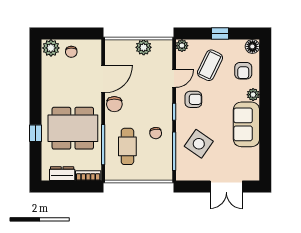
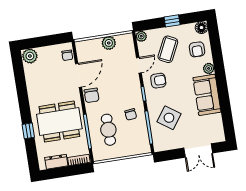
chair: (71, 52) -> (67, 55), moved

